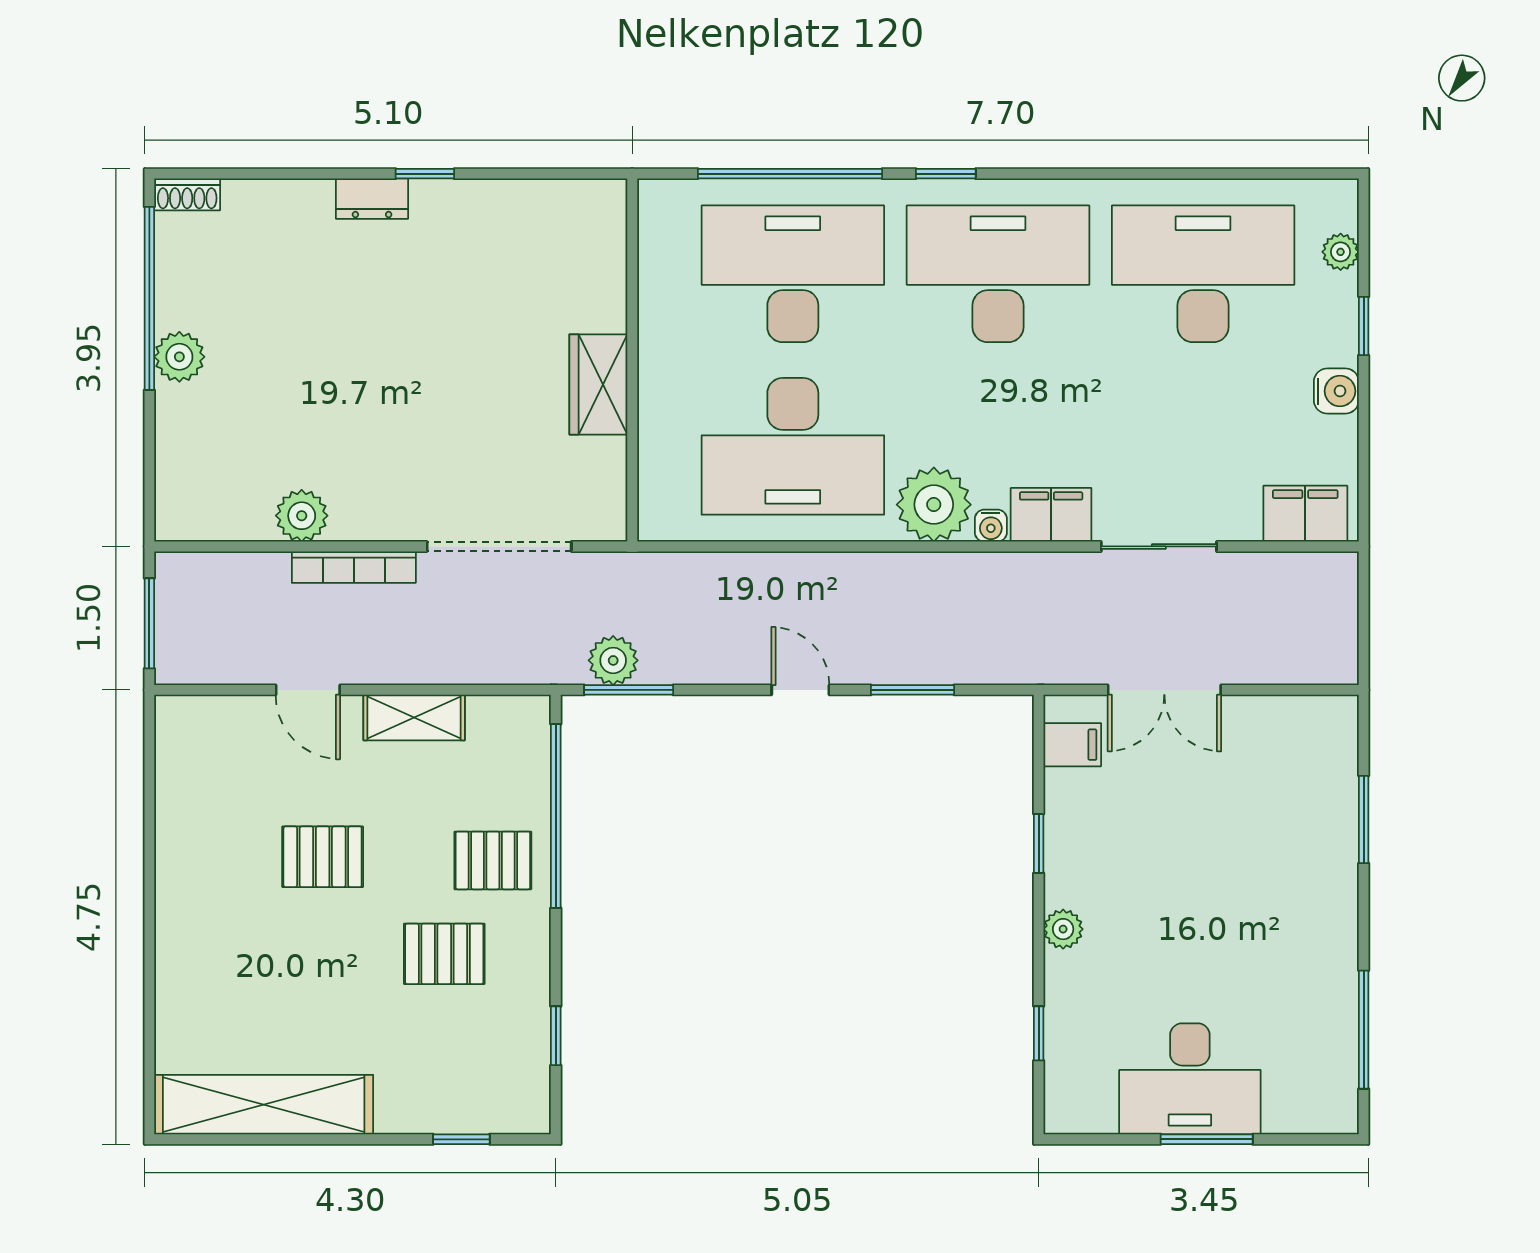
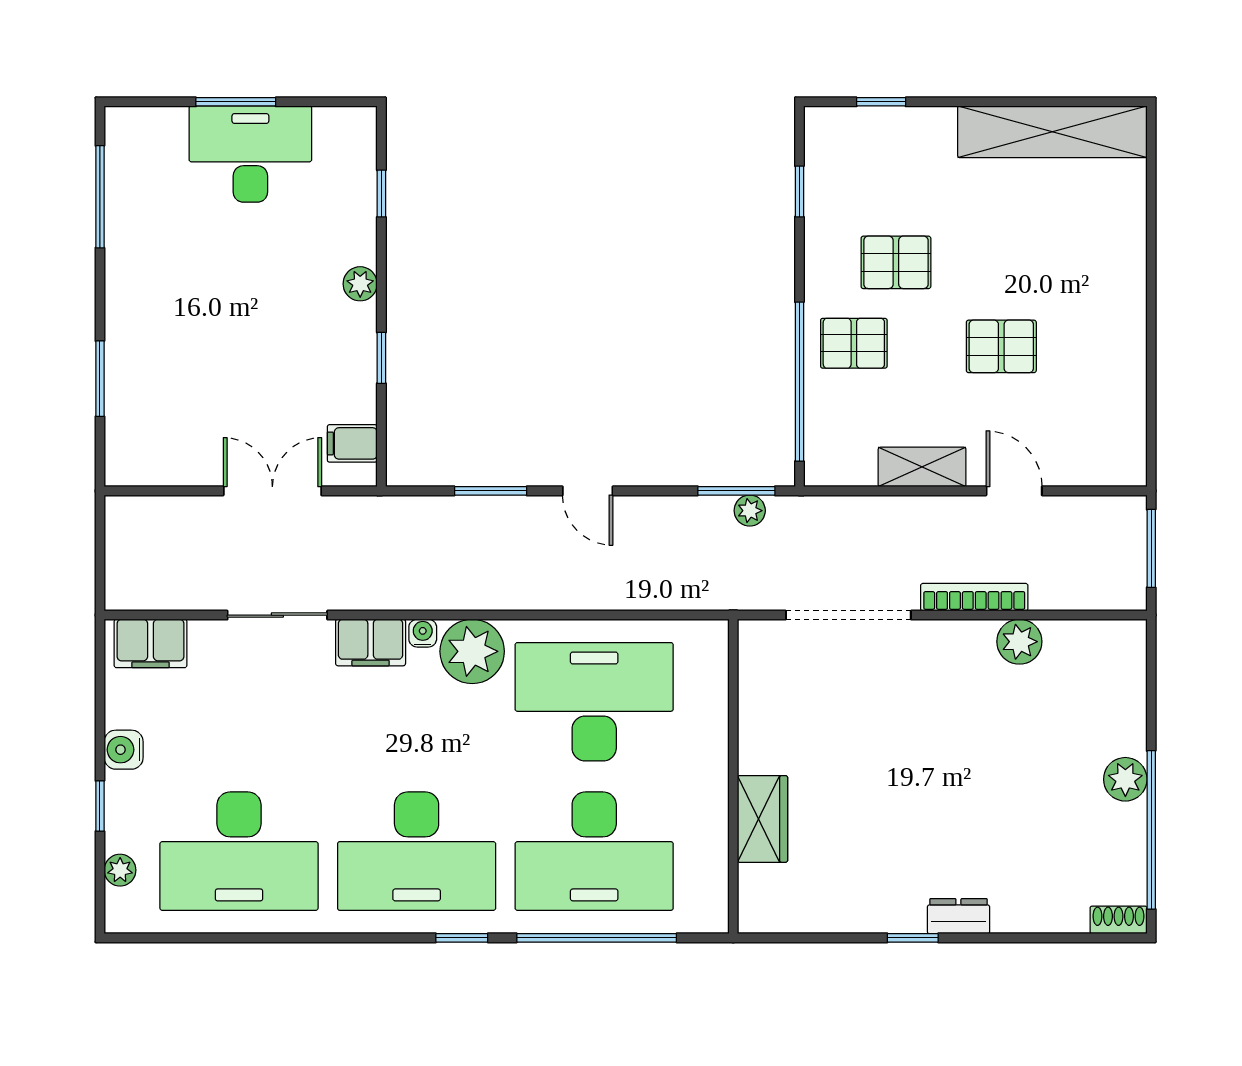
wardrobe: (598, 384) -> (762, 819), moved
plant: (613, 660) -> (750, 511), width x0.73, depth x0.73

